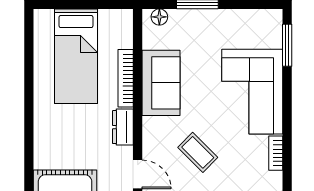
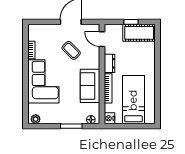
plant: (267, 18) -> (36, 119), added
nightstand: (123, 20) -> (109, 118), added
window: (287, 45) -> (25, 105), removed

